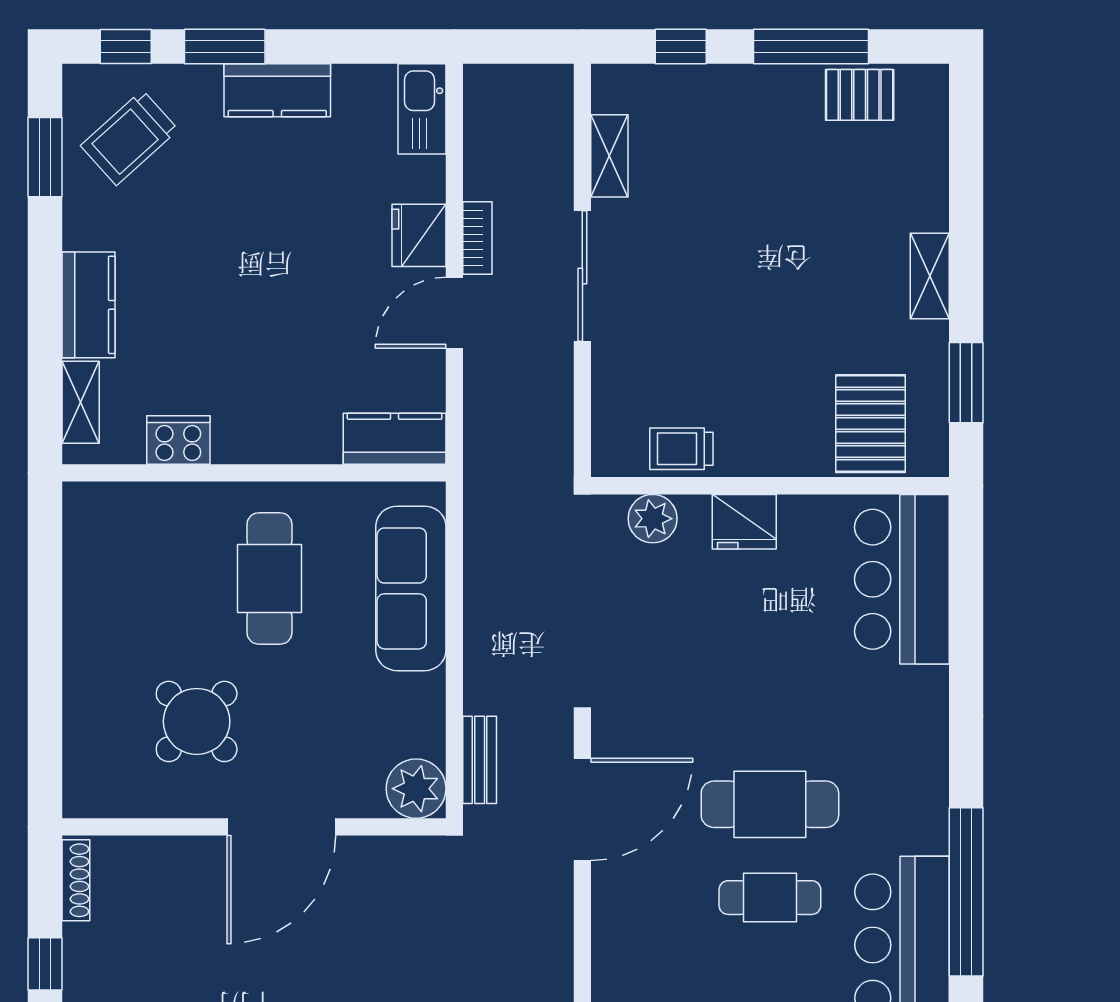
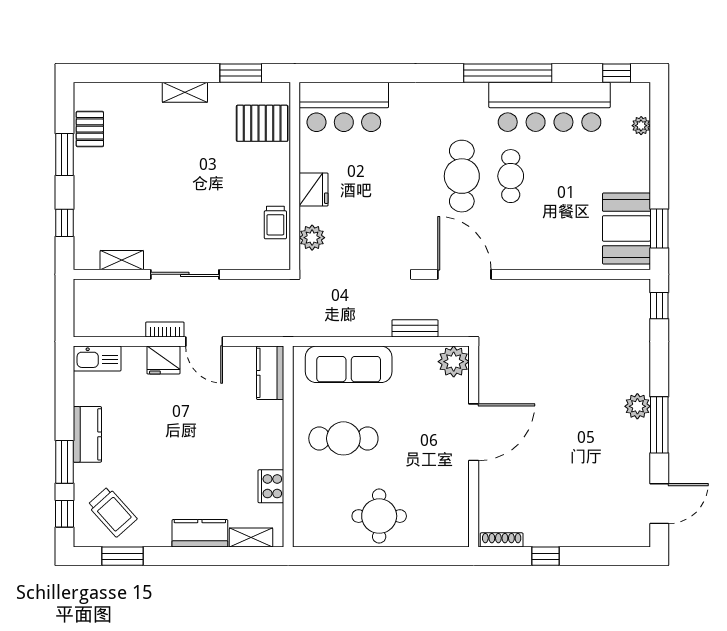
window: (811, 46) -> (64, 155), width x0.69
round table: (197, 721) -> (379, 516), moved, turned 45
bench: (480, 760) -> (415, 328), moved
door: (281, 827) -> (474, 432), hinge flipped

